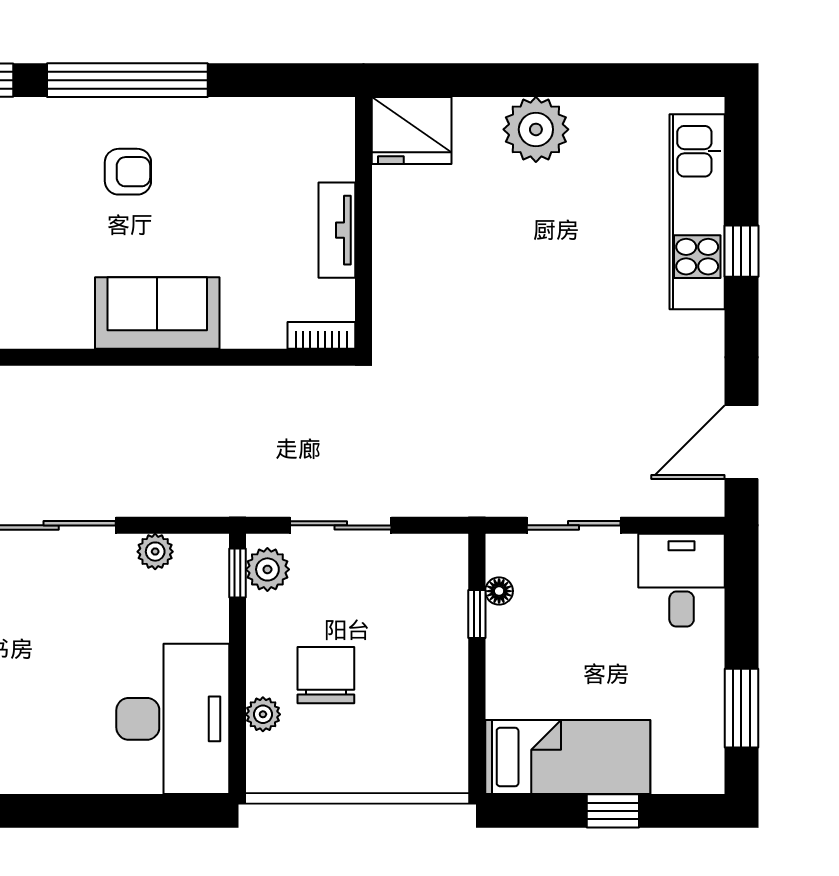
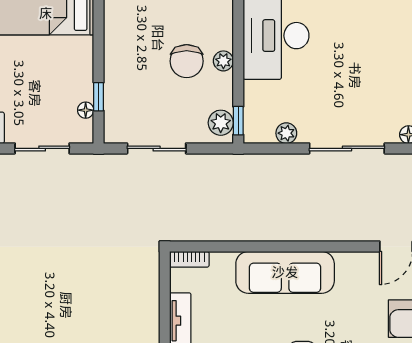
sofa: (157, 313) -> (285, 272), width x1.36
sliding door: (341, 525) -> (157, 148), moved
plant: (263, 714) -> (223, 61), moved

